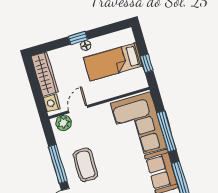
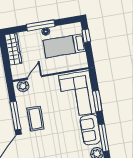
window: (78, 38) -> (41, 25), width x2.17
window: (147, 63) -> (86, 36), moved
nightstand: (52, 103) -> (16, 71), removed
window: (166, 131) -> (97, 101), width x0.69

